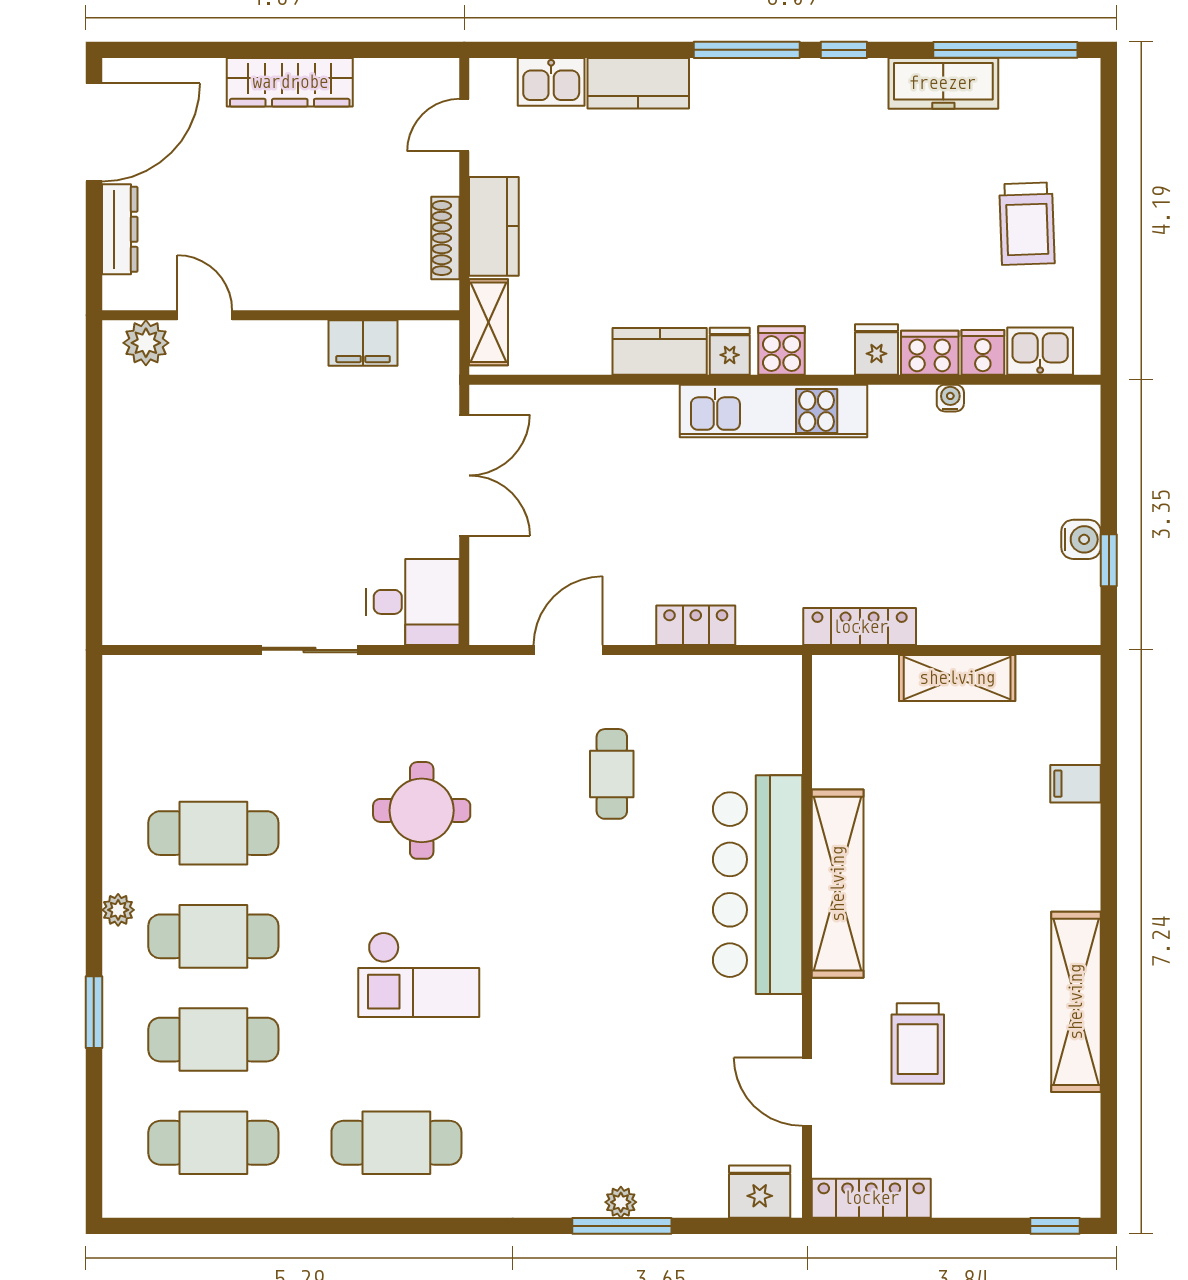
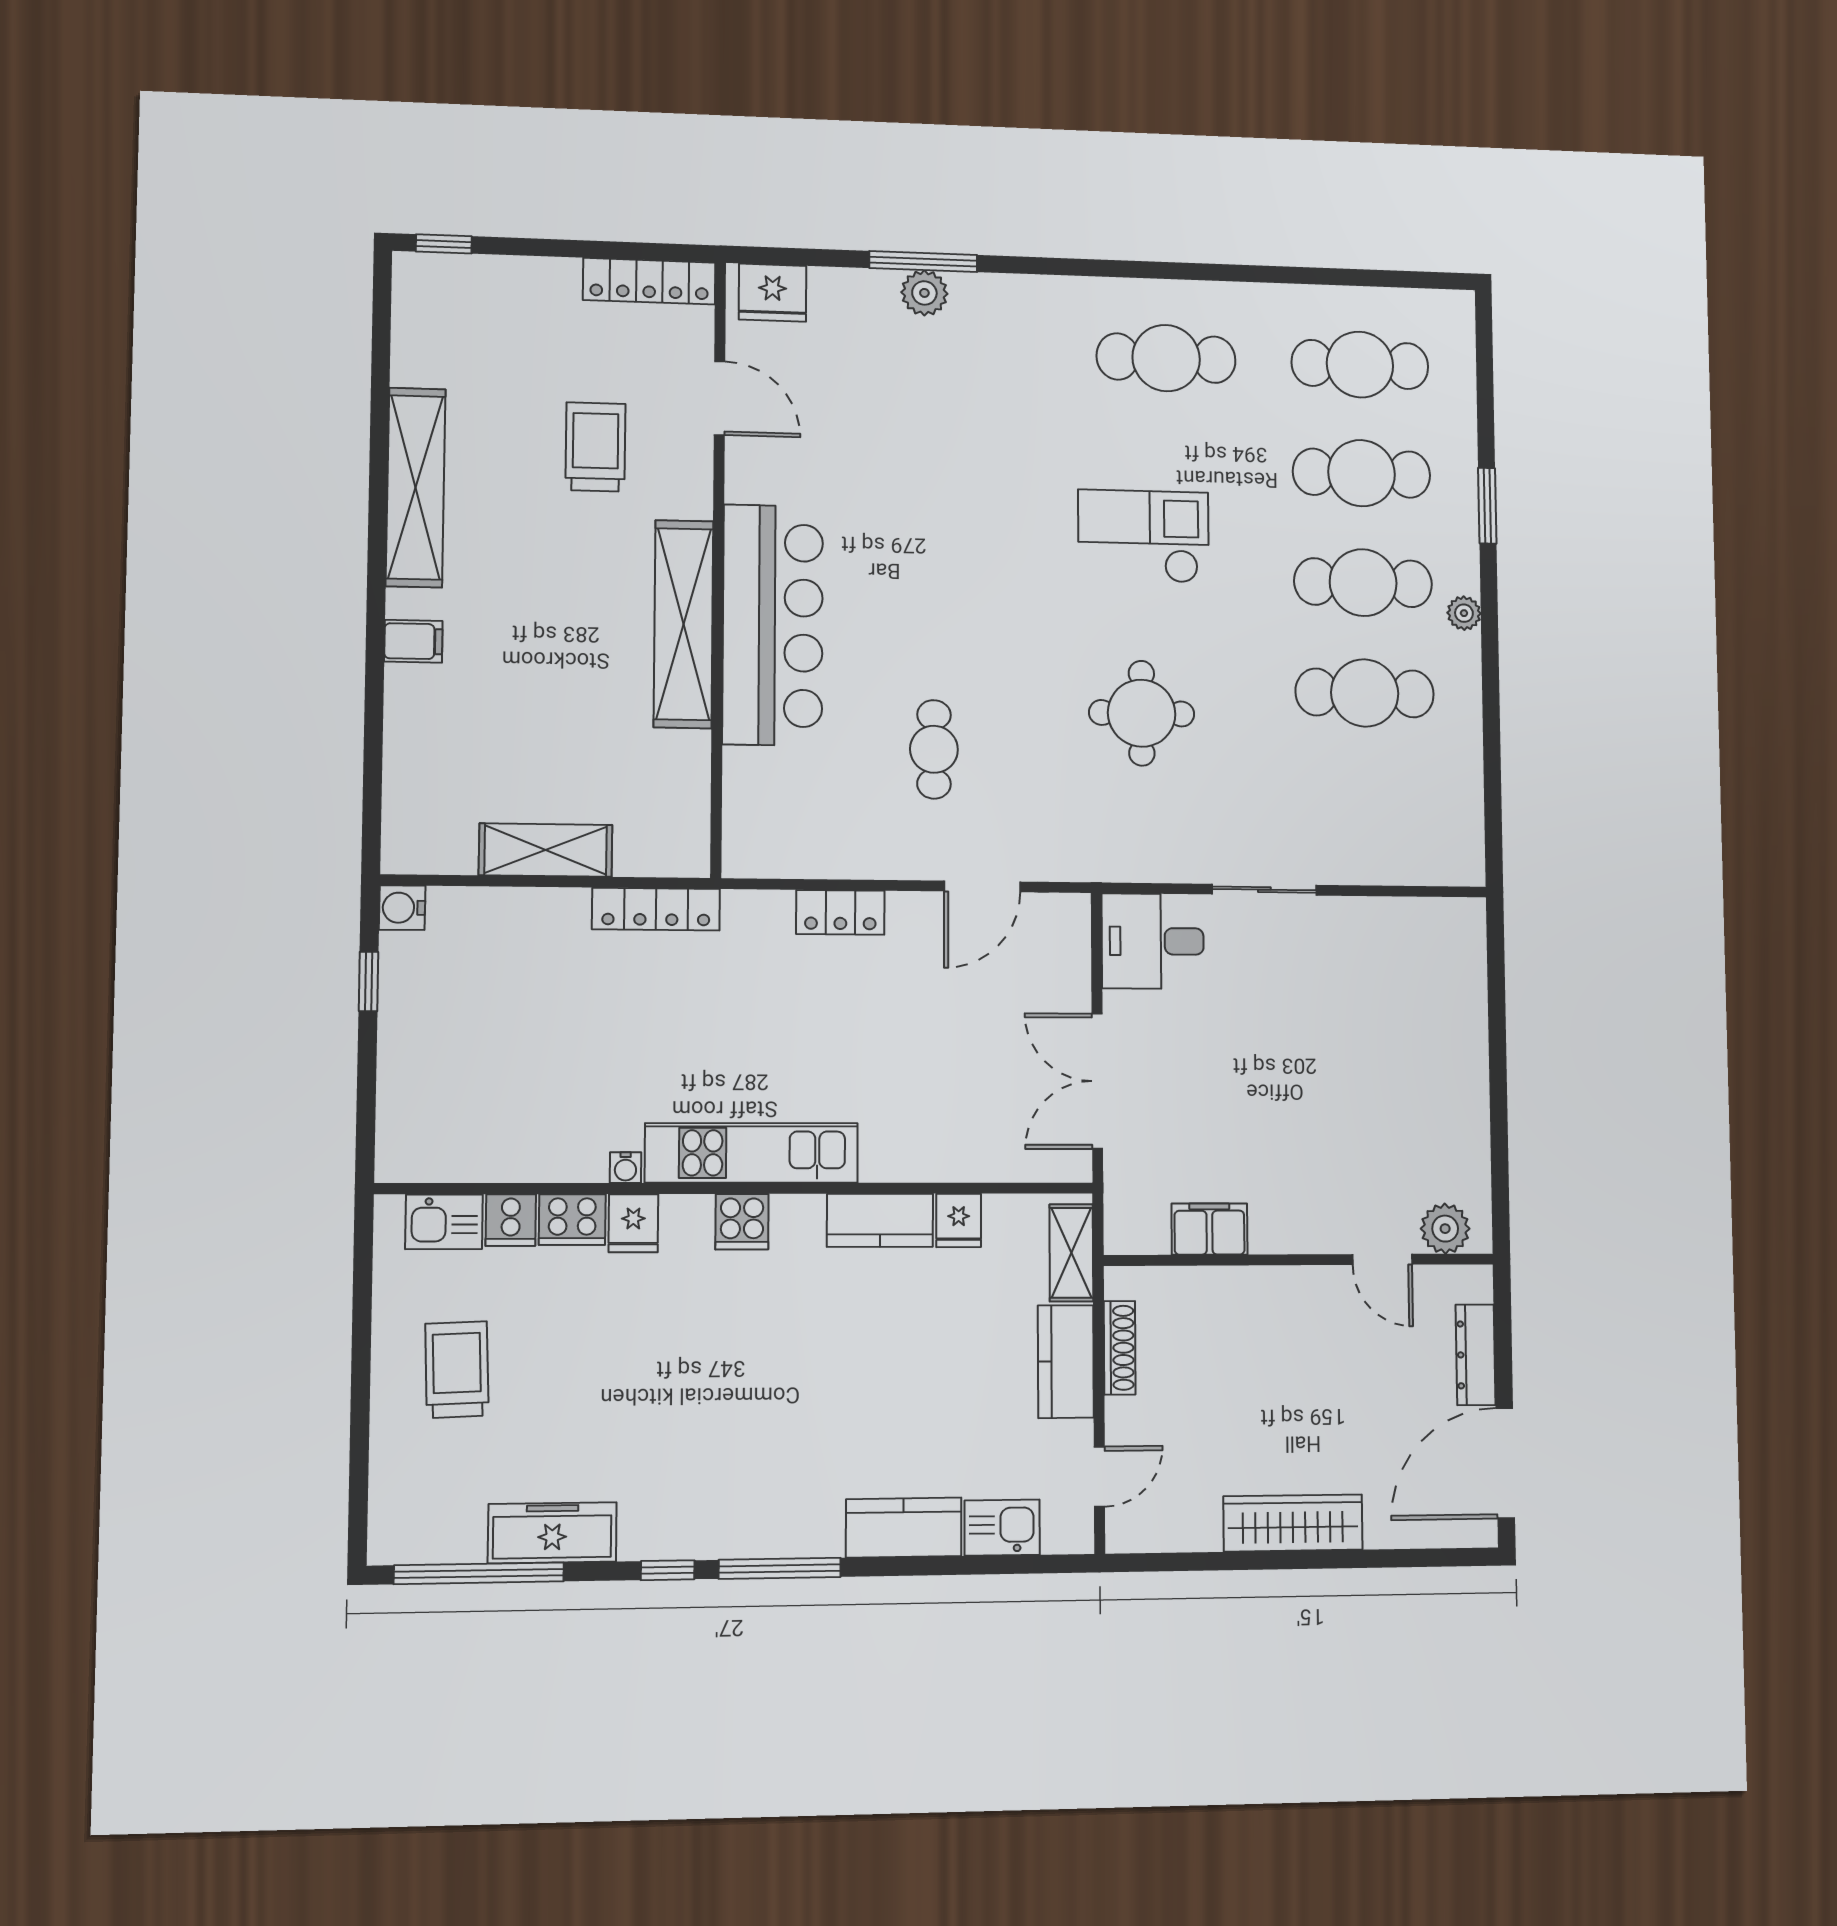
fridge: (730, 351) -> (959, 1220), moved
water cooler: (950, 398) -> (625, 1168), moved
water cooler: (1081, 539) -> (402, 908), moved
filing cabinet: (1076, 784) -> (413, 641), moved
plant: (621, 1202) -> (924, 293), width x1.38, depth x1.38

